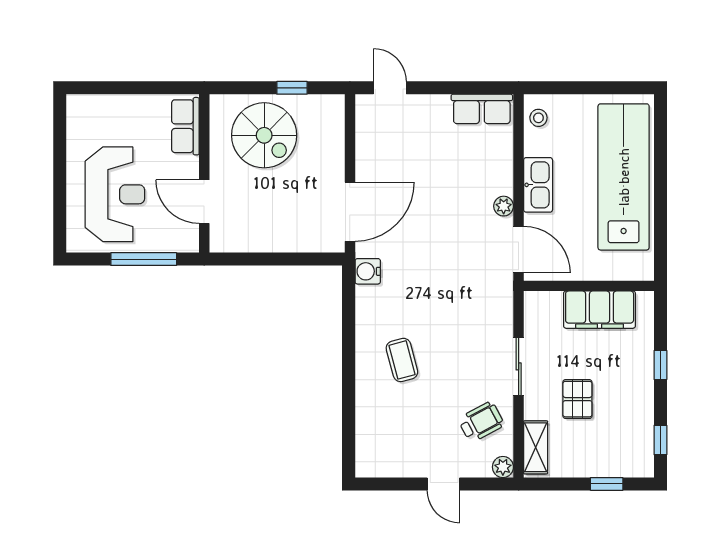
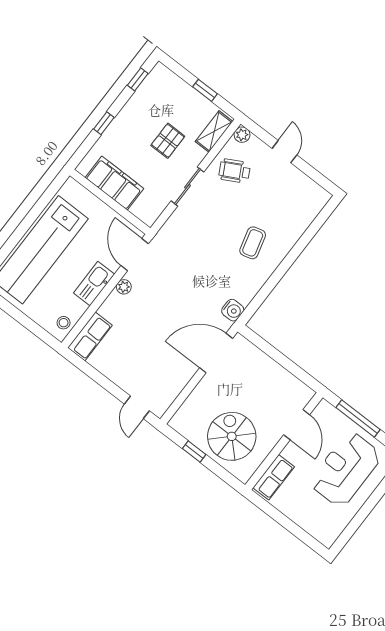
row of seats: (482, 109) -> (90, 336), moved, turned 90
window: (607, 484) -> (205, 90), moved

